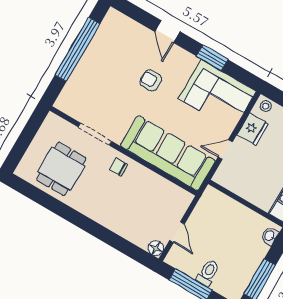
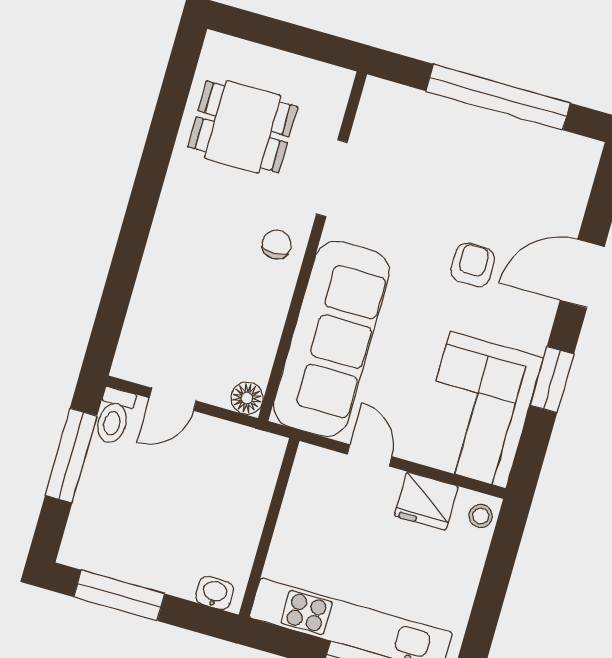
door: (167, 32) -> (582, 273), width x1.38
floor lamp: (156, 248) -> (247, 398), moved
toilet: (208, 273) -> (114, 416), moved, turned 90

